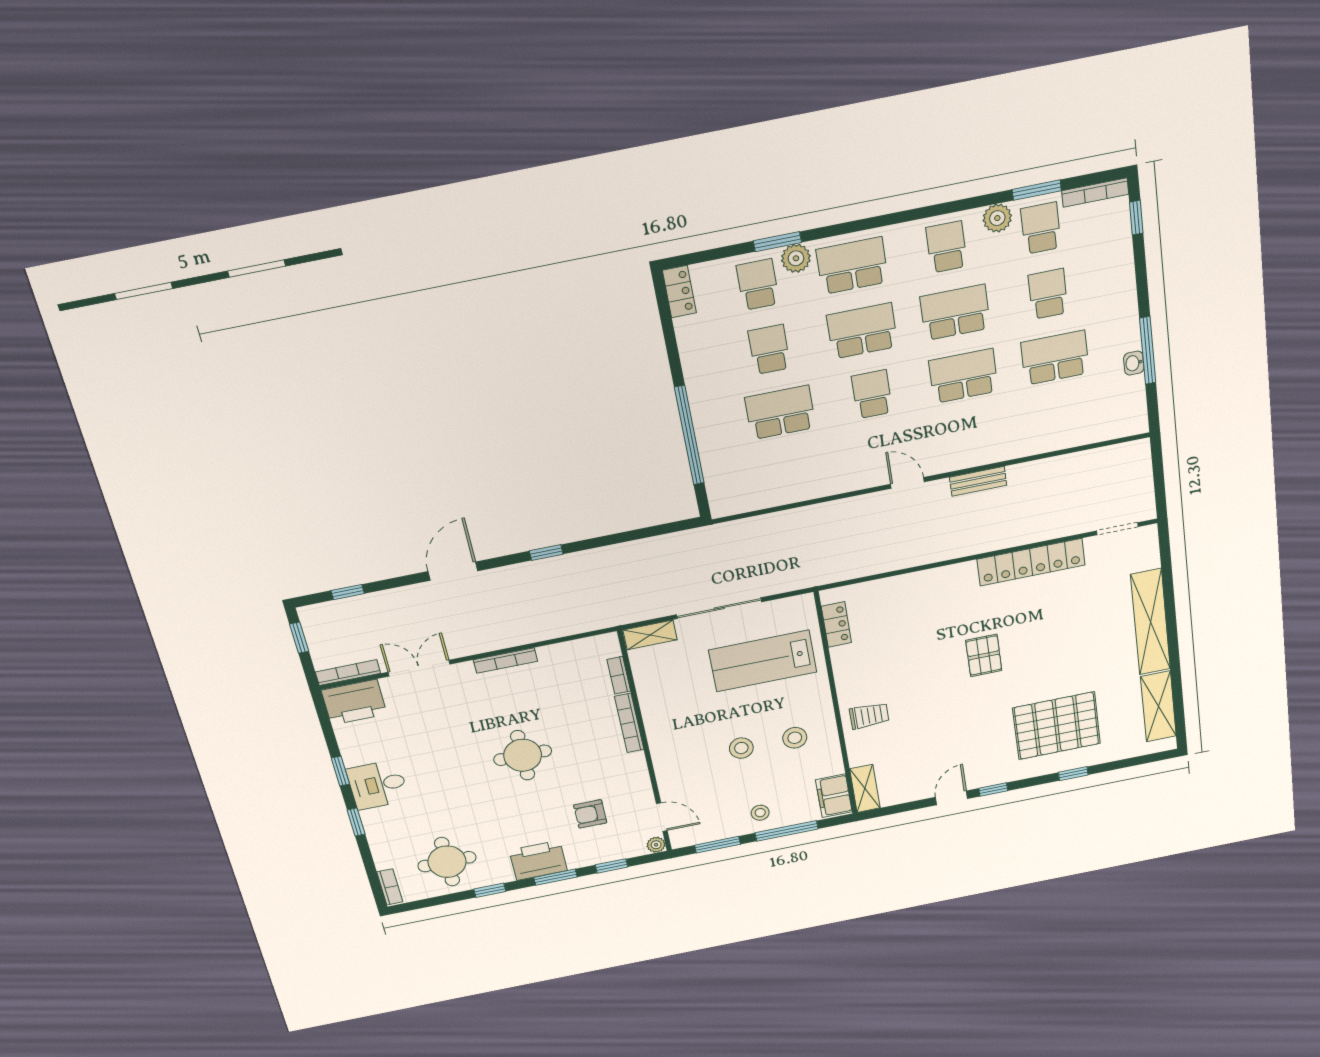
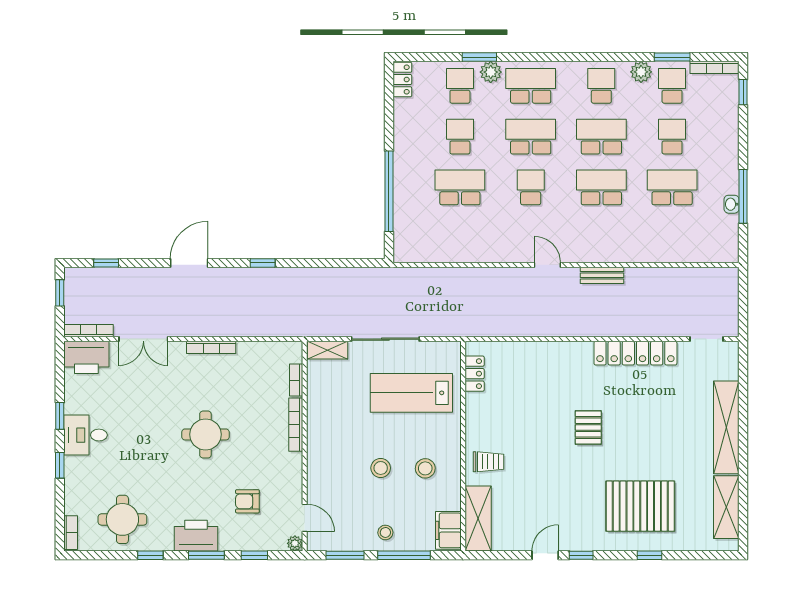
double door: (419, 668) -> (143, 339), swing flipped
shelving: (865, 788) -> (478, 518), width x1.50, depth x1.33

